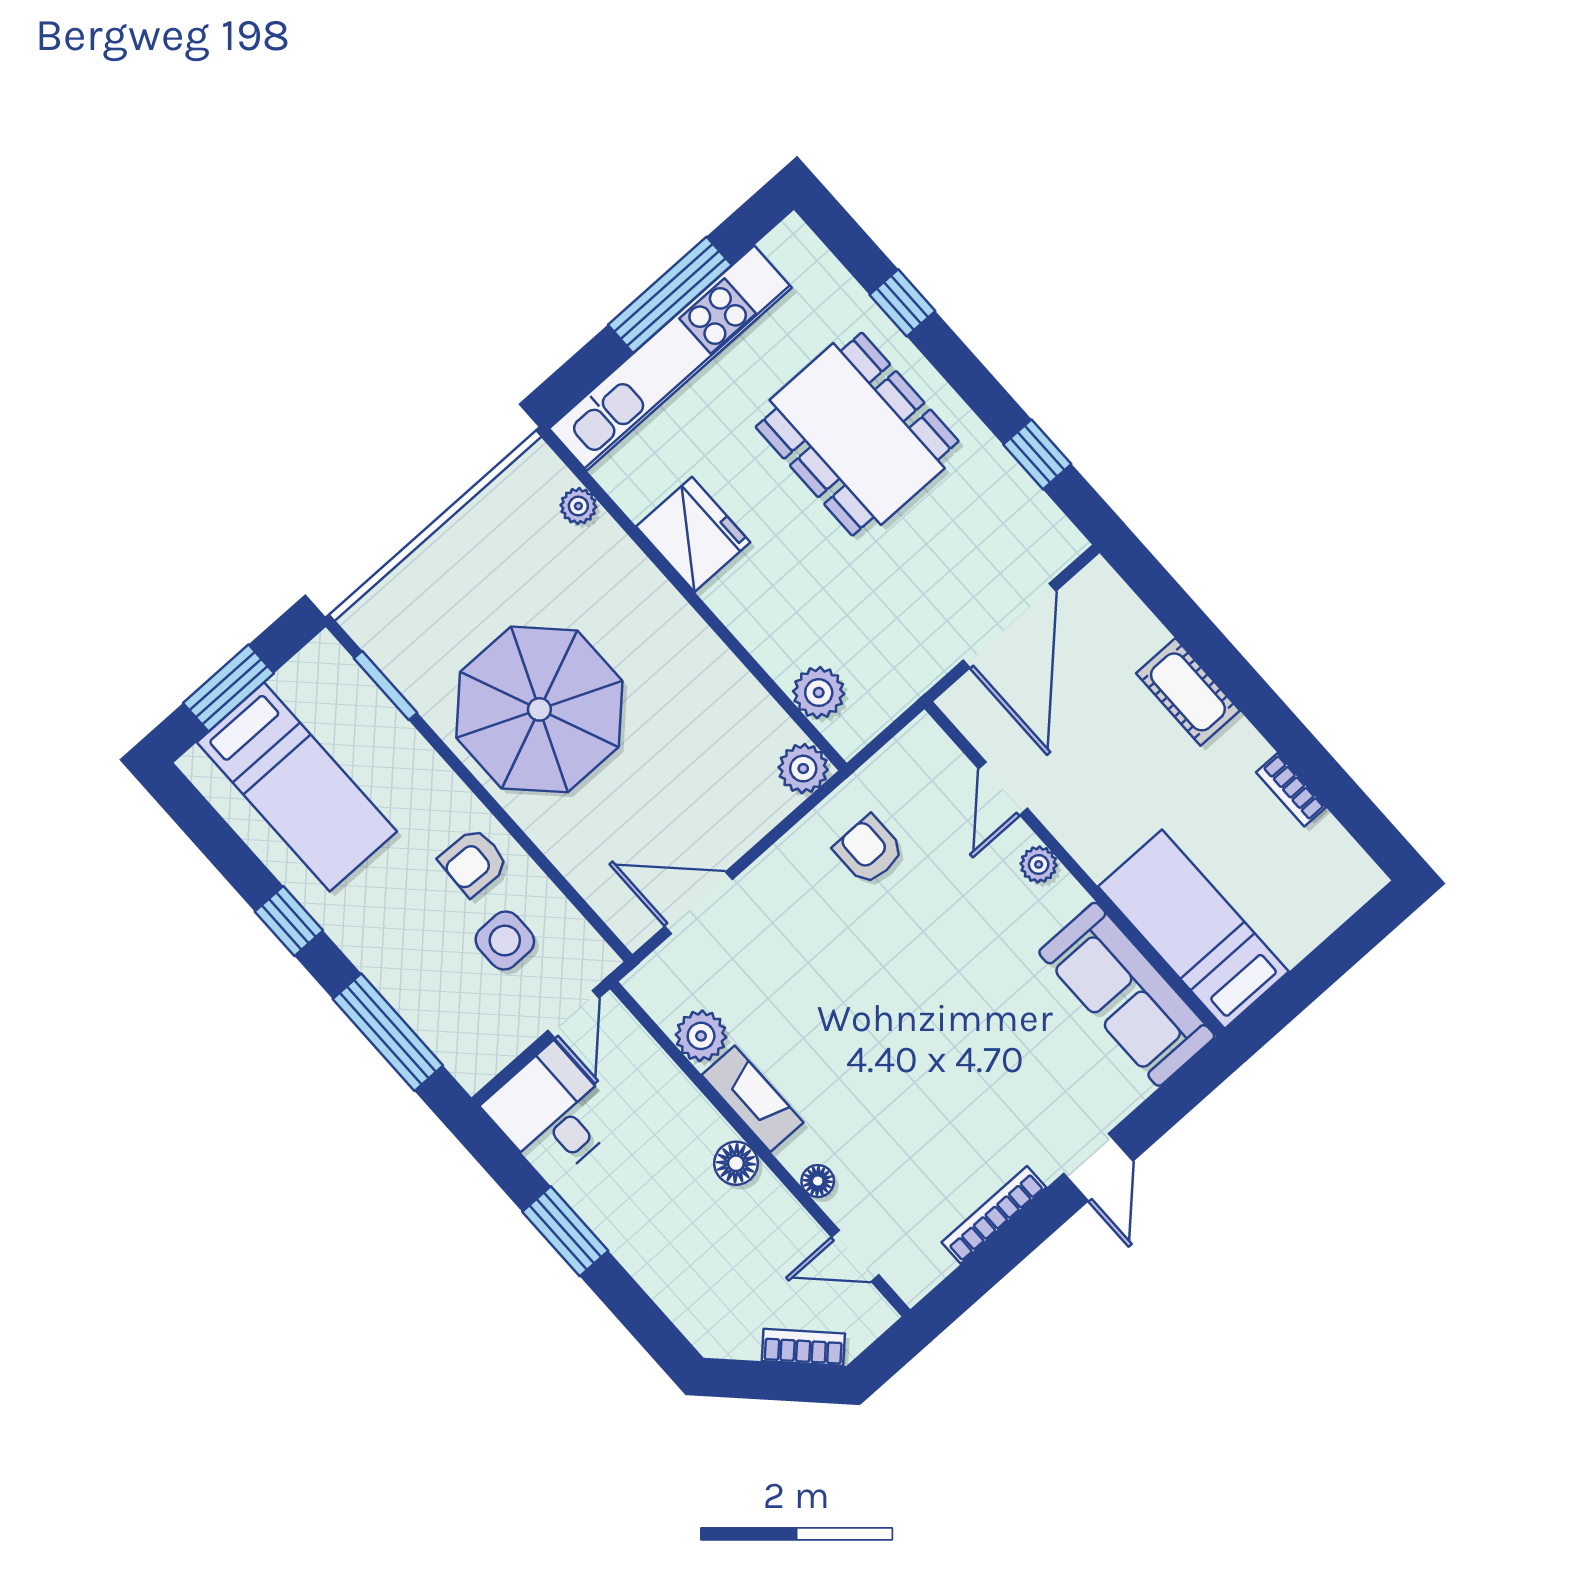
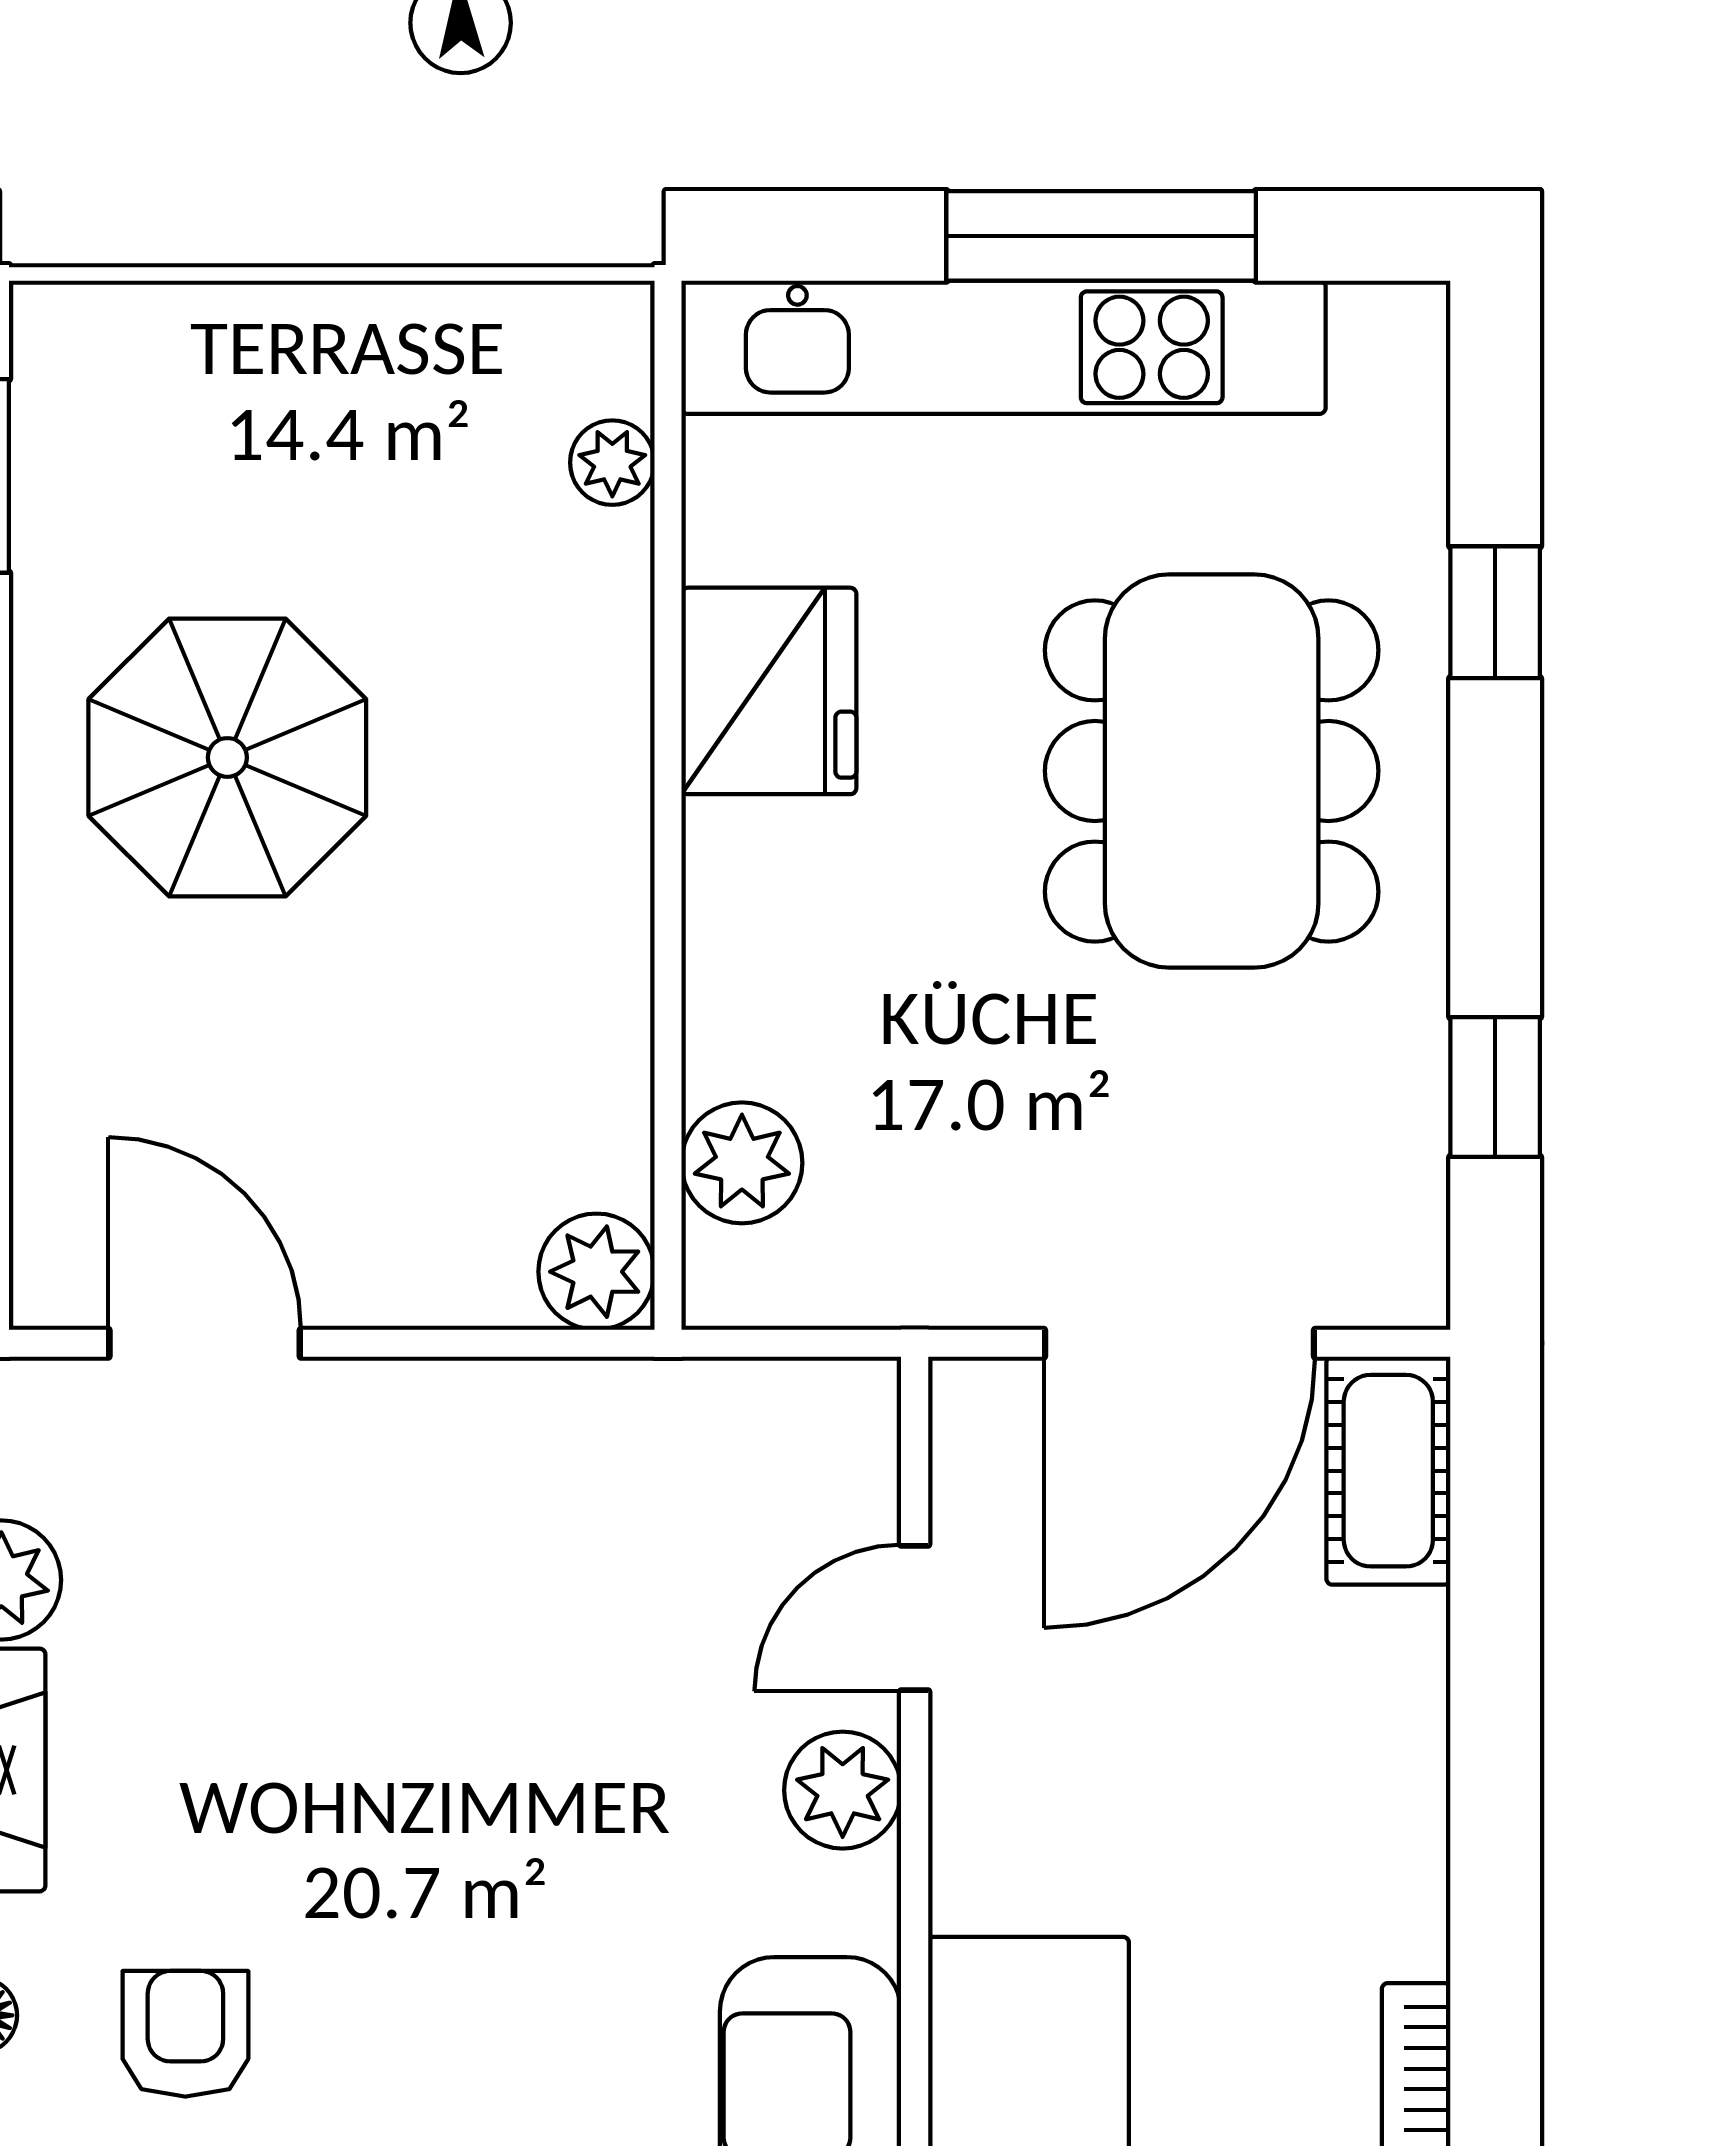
cot: (1188, 692) -> (1388, 1471), moved
parasol: (539, 709) -> (227, 757), width x0.73, depth x0.73
armchair: (869, 850) -> (185, 2034), moved
plant: (1039, 864) -> (843, 1790), width x1.38, depth x1.38

